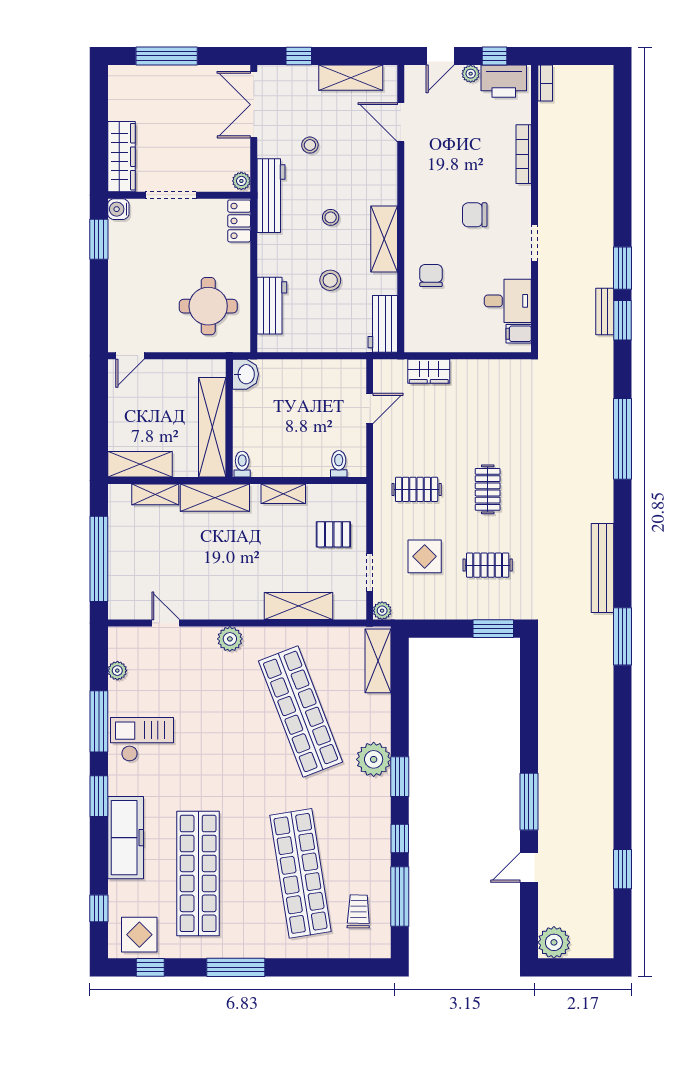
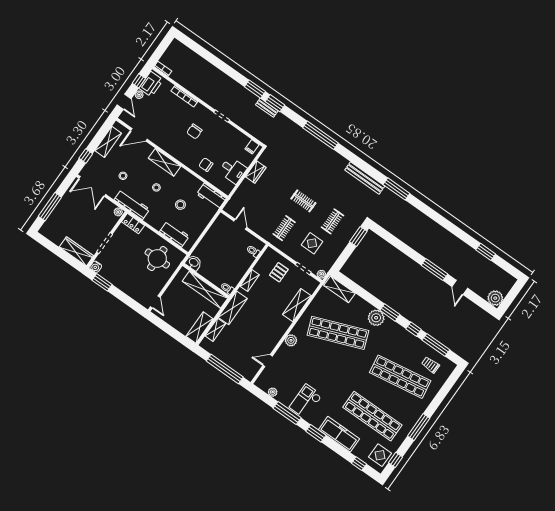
shelving: (384, 239) -> (164, 162), moved
desk: (508, 301) -> (233, 170), moved, turned 90
wardrobe: (429, 371) -> (256, 172), moved

